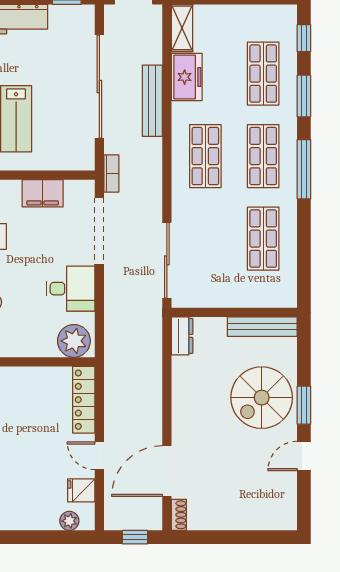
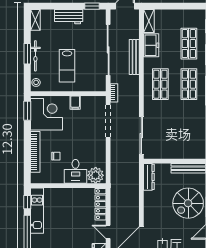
filing cabinet: (43, 193) -> (75, 103), width x0.50
shop shelf: (263, 239) -> (189, 125), removed
desk: (71, 289) -> (76, 171), moved, turned 90
dresser: (182, 336) -> (149, 177), width x1.44

